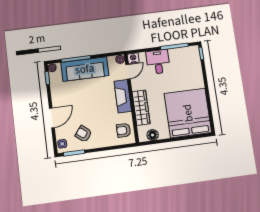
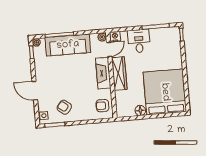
wardrobe: (141, 108) -> (119, 74), moved
door: (52, 118) -> (35, 91), swing flipped
floor lamp: (153, 135) -> (140, 111), moved

